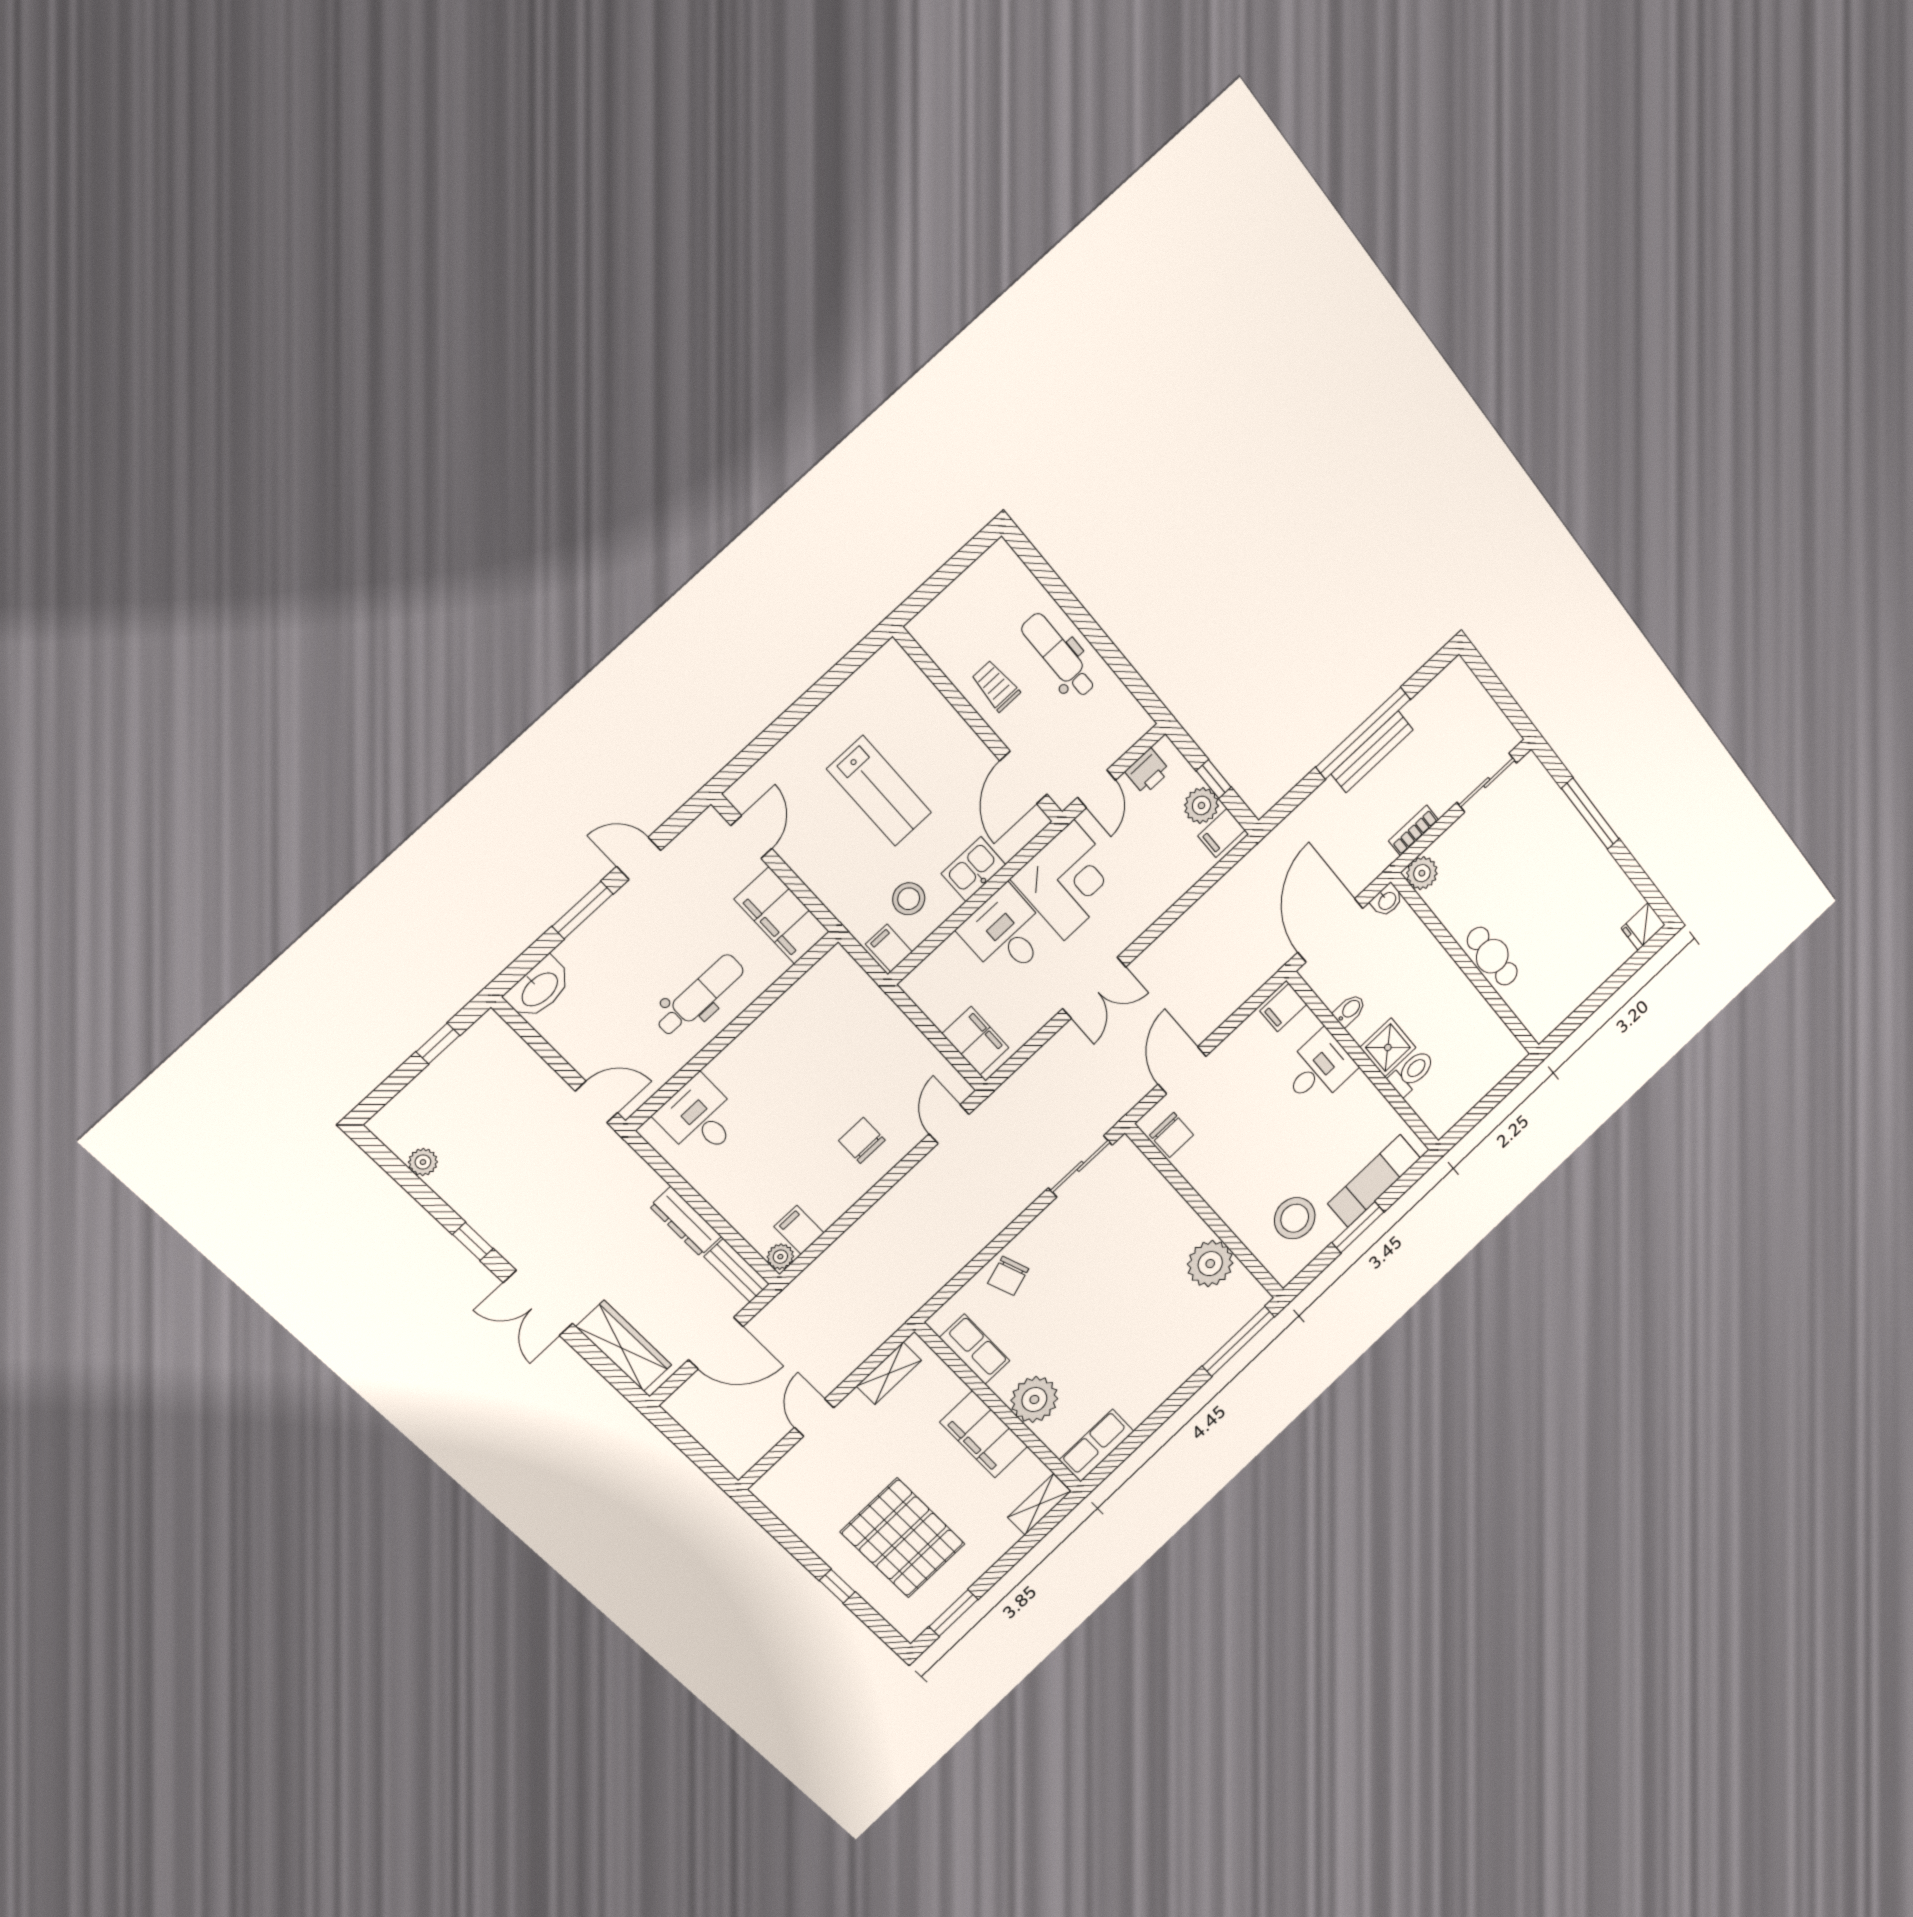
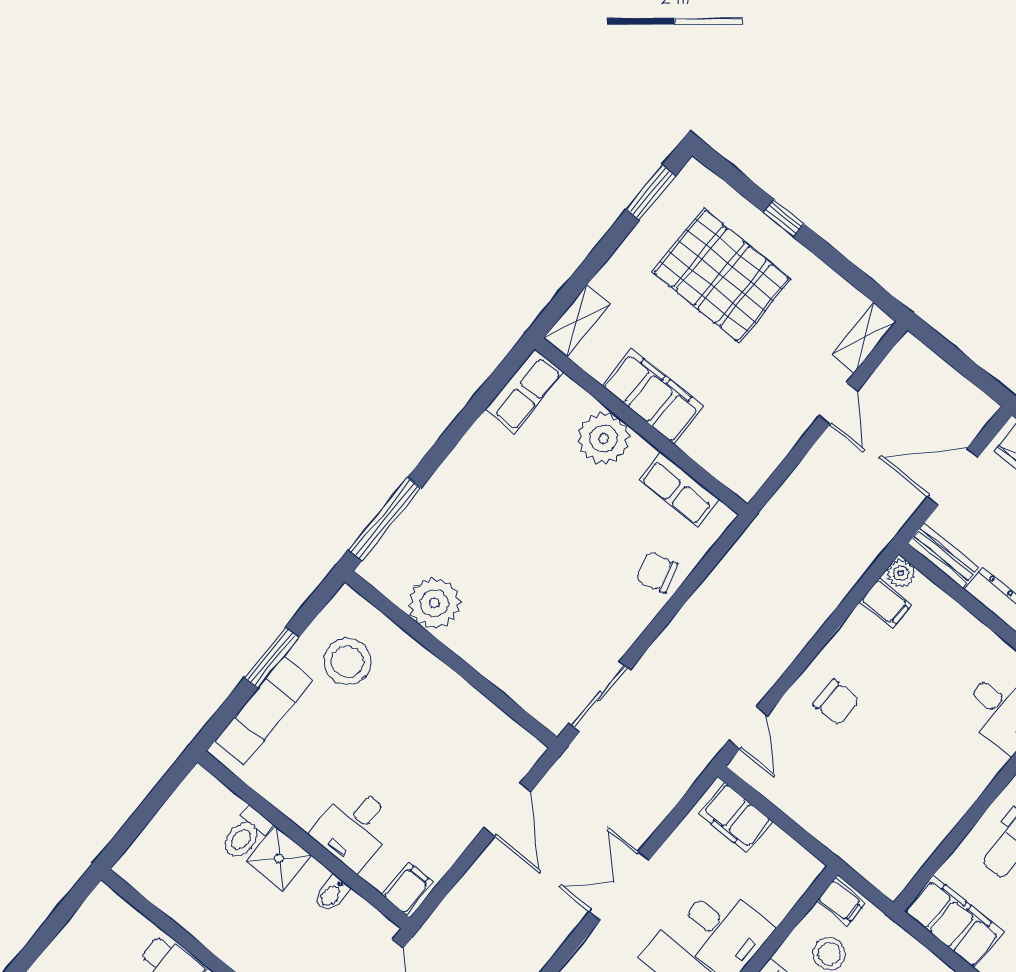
chair: (1172, 1135) -> (505, 740), removed
chair: (1008, 1276) -> (657, 572), turned -86
shelving: (889, 1373) -> (864, 338), moved

